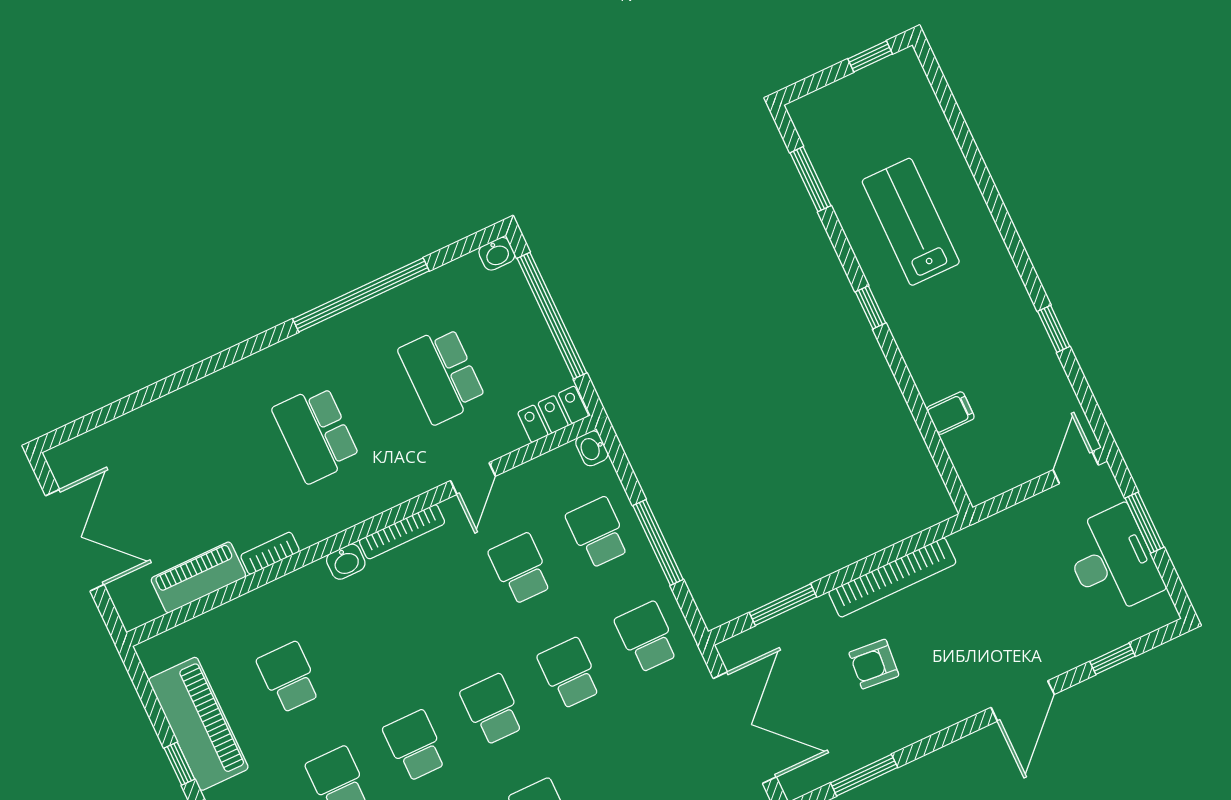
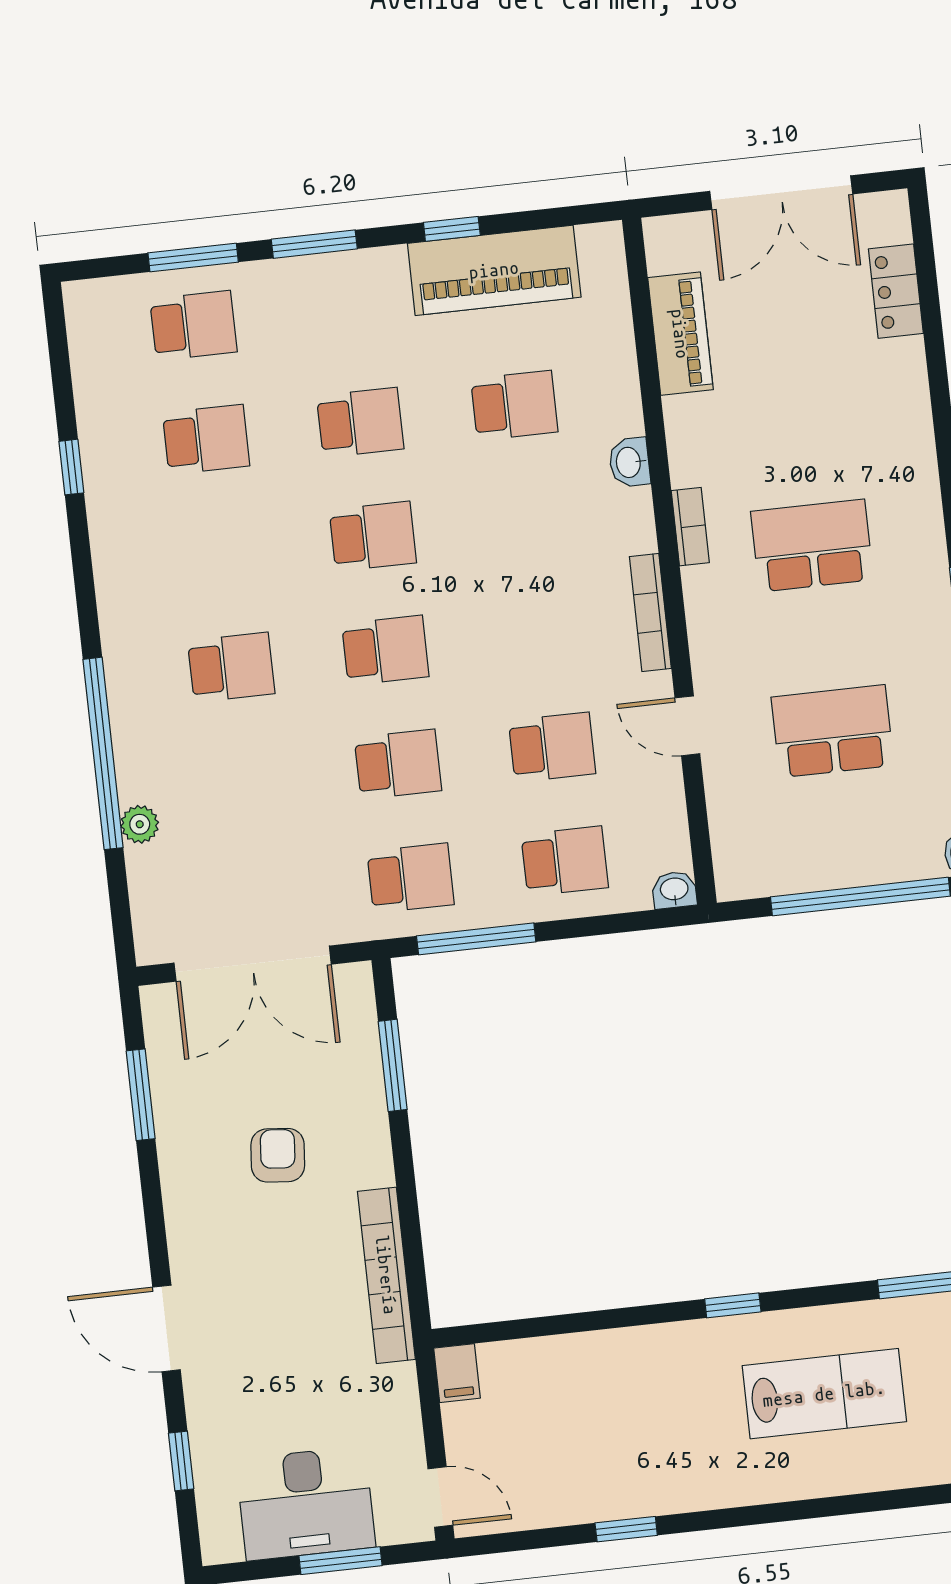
filing cabinet: (950, 413) -> (457, 1373), moved
locker: (553, 414) -> (896, 291), moved, turned 180
window: (658, 543) -> (476, 939), moved
bookcase: (270, 553) -> (690, 527), moved
washbasin: (346, 562) -> (629, 462), moved
bookcase: (892, 577) -> (386, 1275), moved

